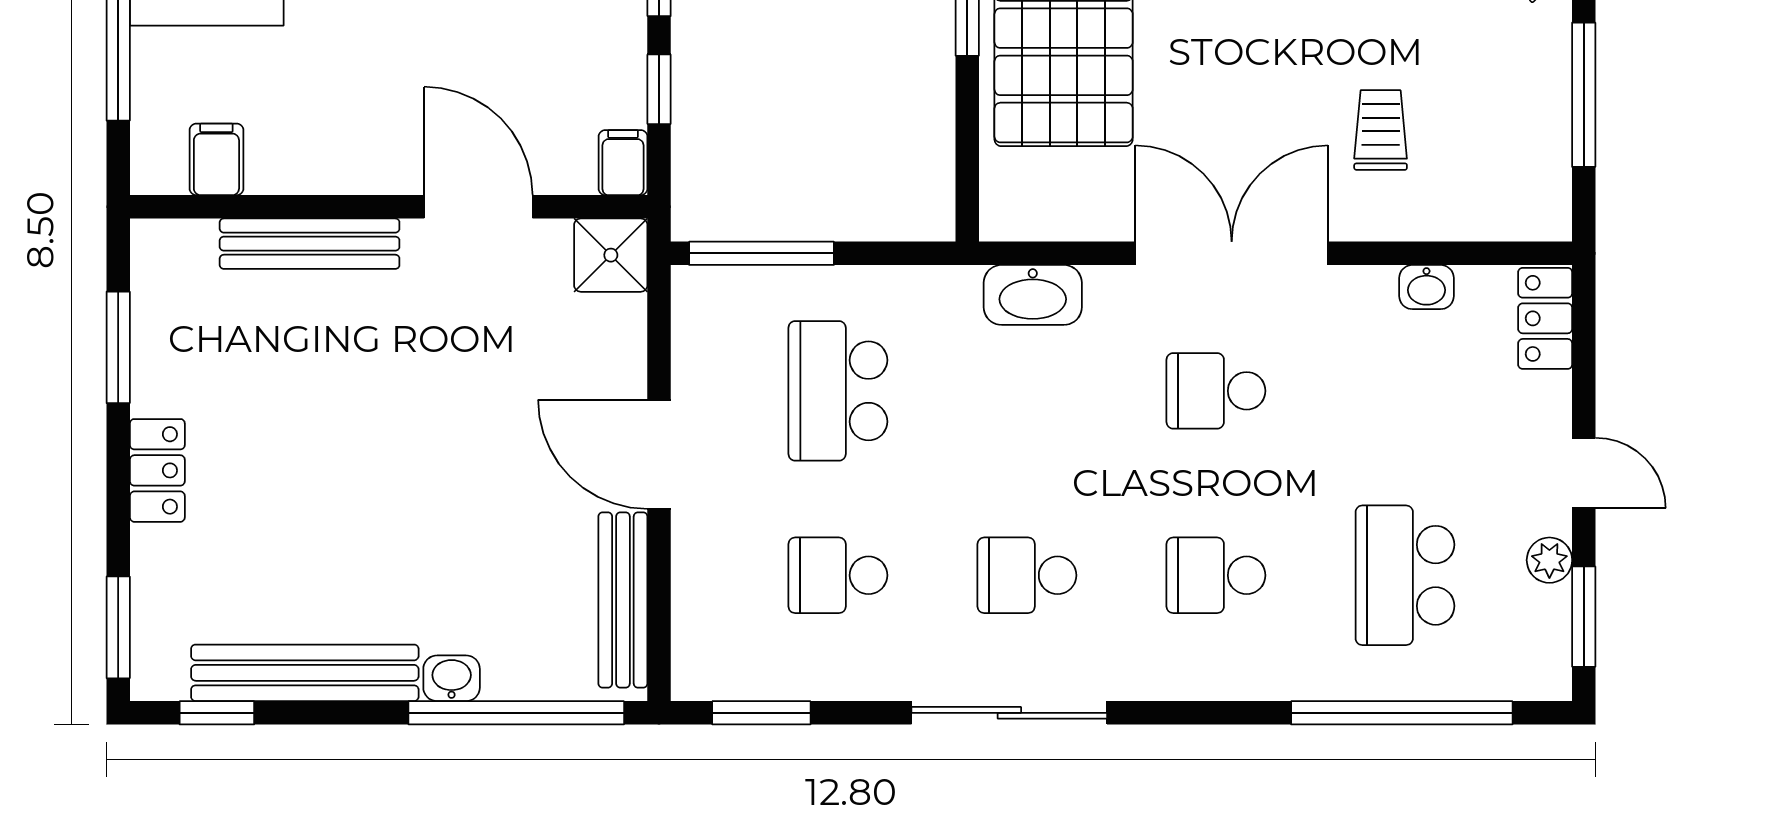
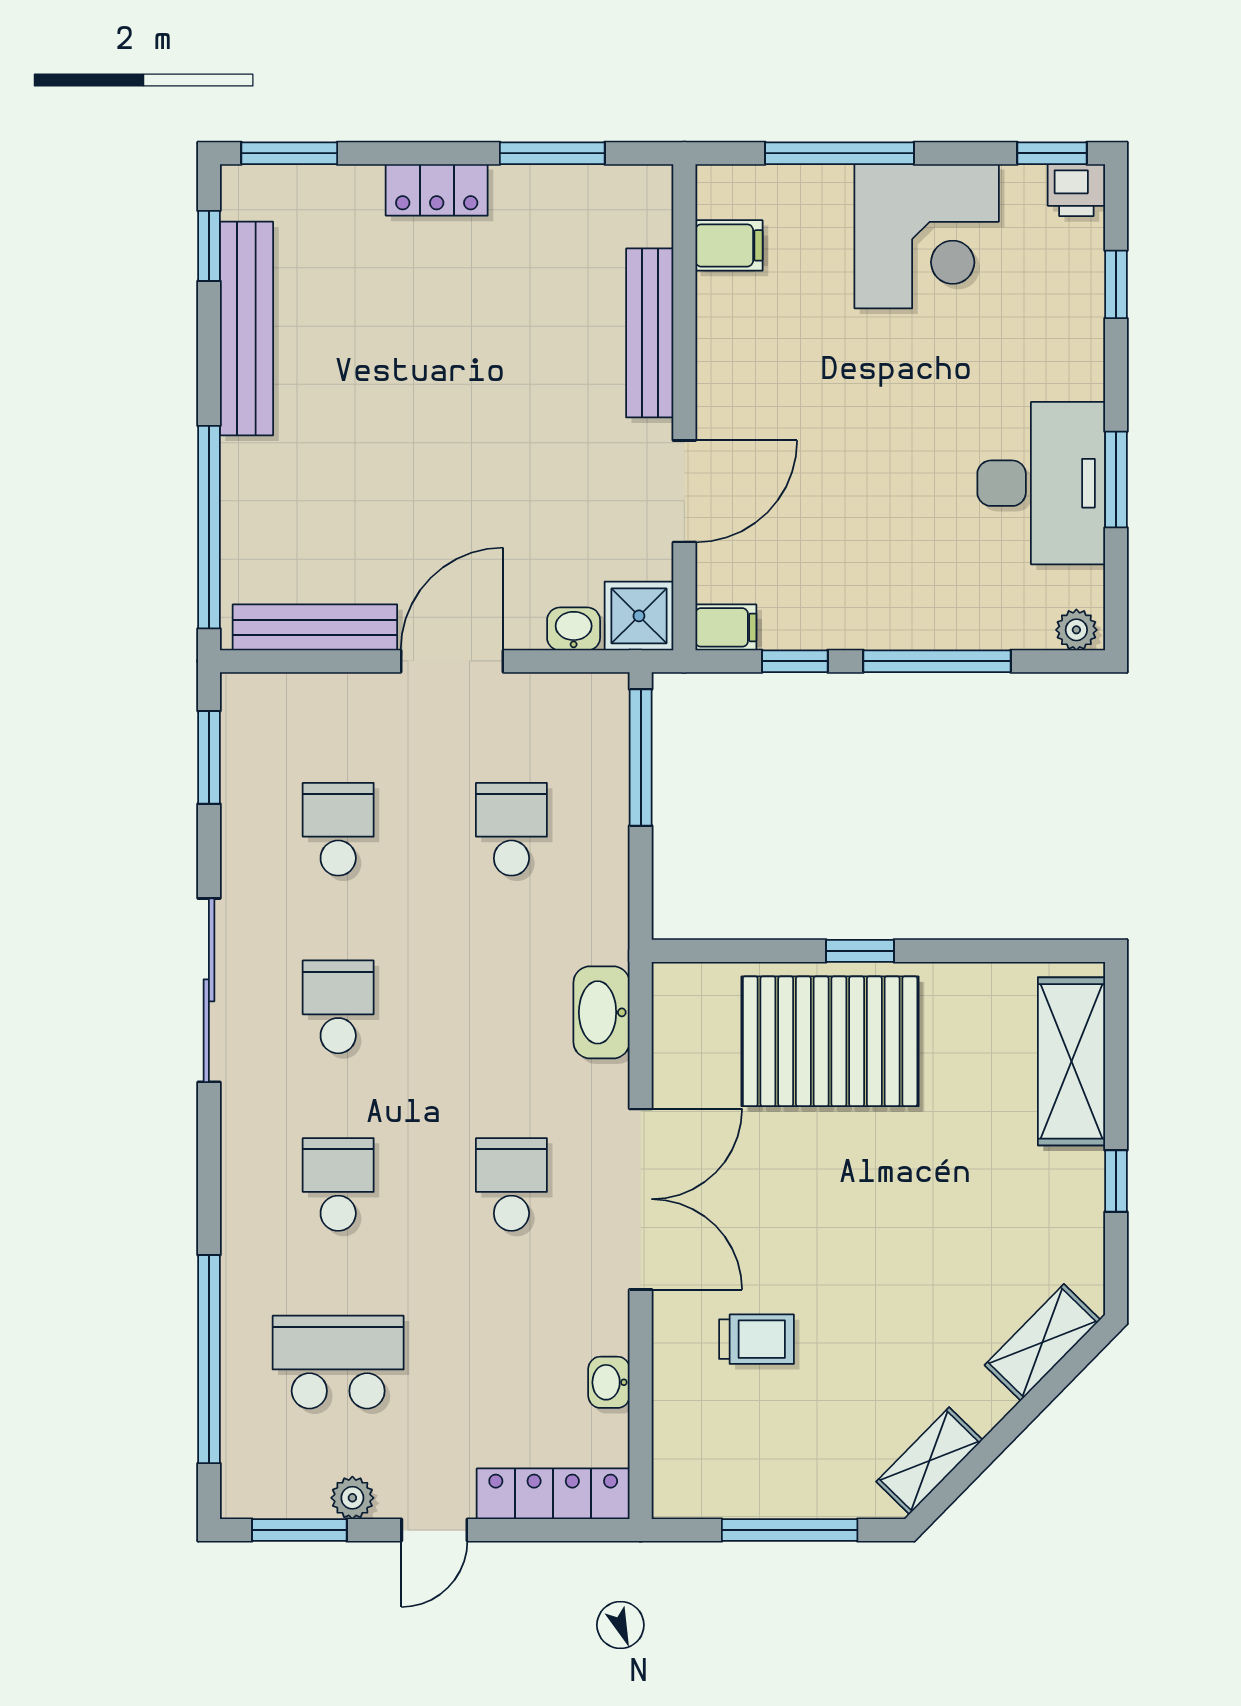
locker: (1545, 318) -> (553, 1494), width x1.53
school desk: (838, 391) -> (511, 829), width x0.54
washbasin: (452, 678) -> (574, 629), moved, turned -90

